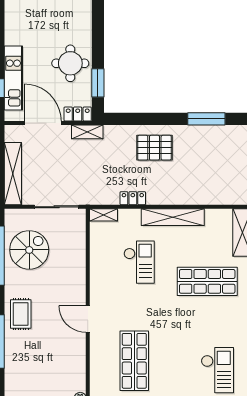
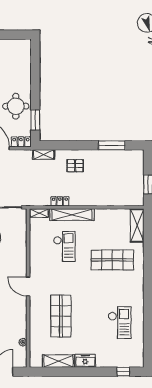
shelving: (87, 132) -> (44, 154), moved
pallet: (154, 148) -> (75, 166), width x0.67, depth x0.71
shelving: (173, 217) -> (72, 215), moved

